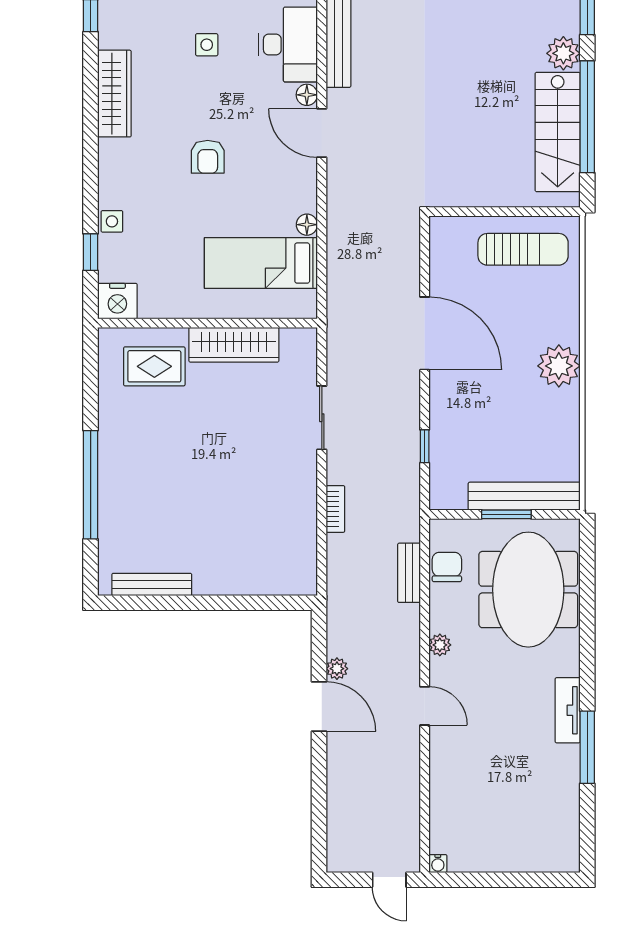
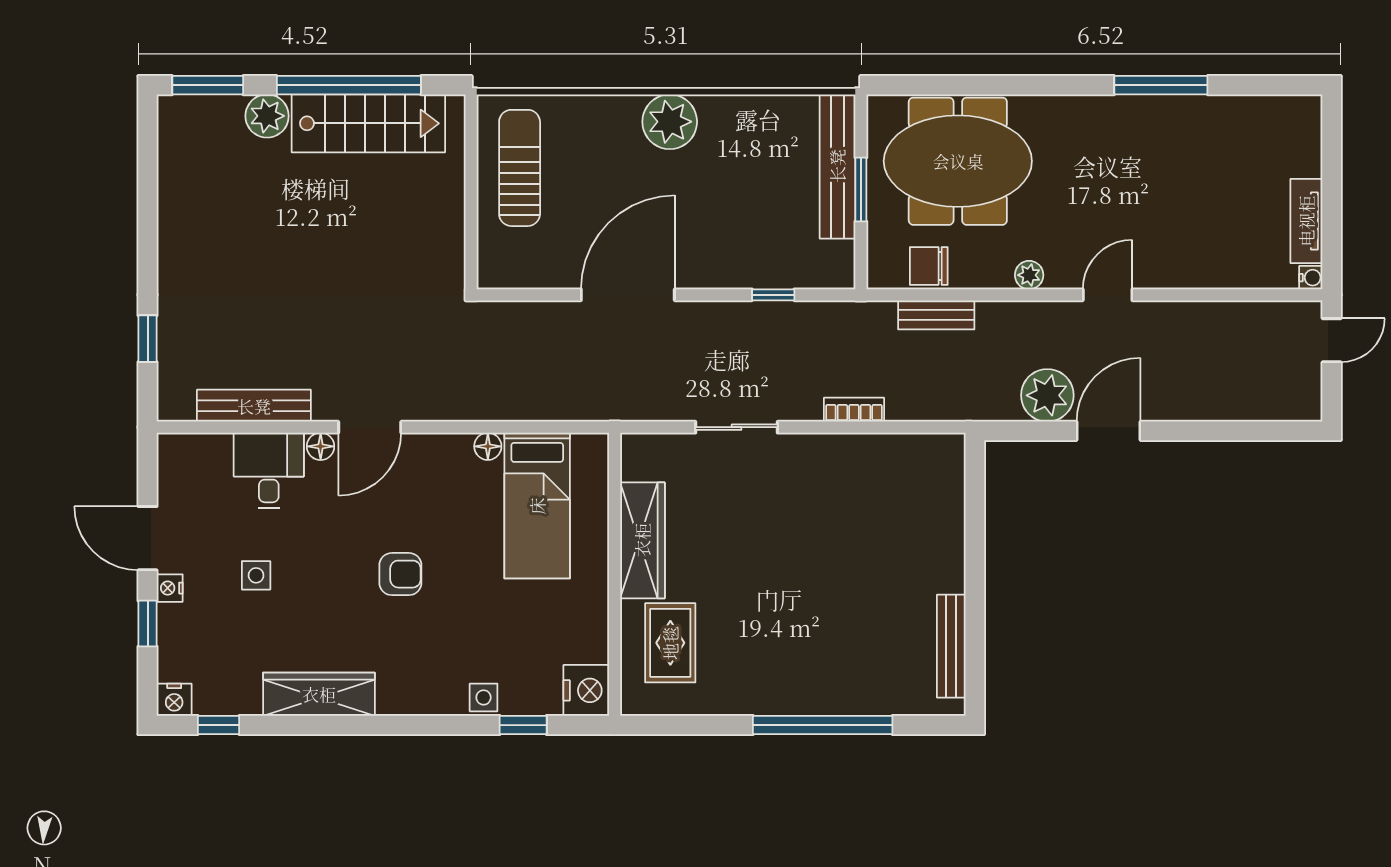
desk: (288, 44) -> (269, 470), width x0.73
plant: (337, 669) -> (1047, 395), width x1.88, depth x1.88
tv unit: (568, 710) -> (1306, 221), moved, turned 90

